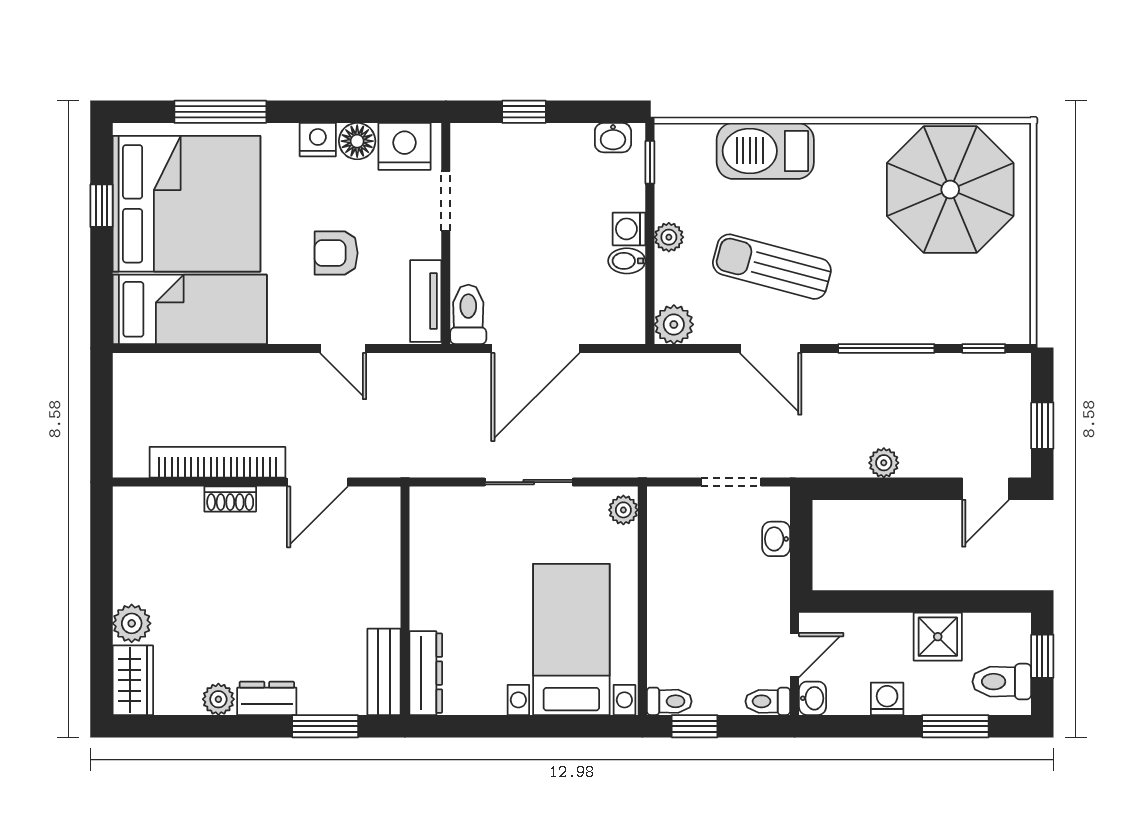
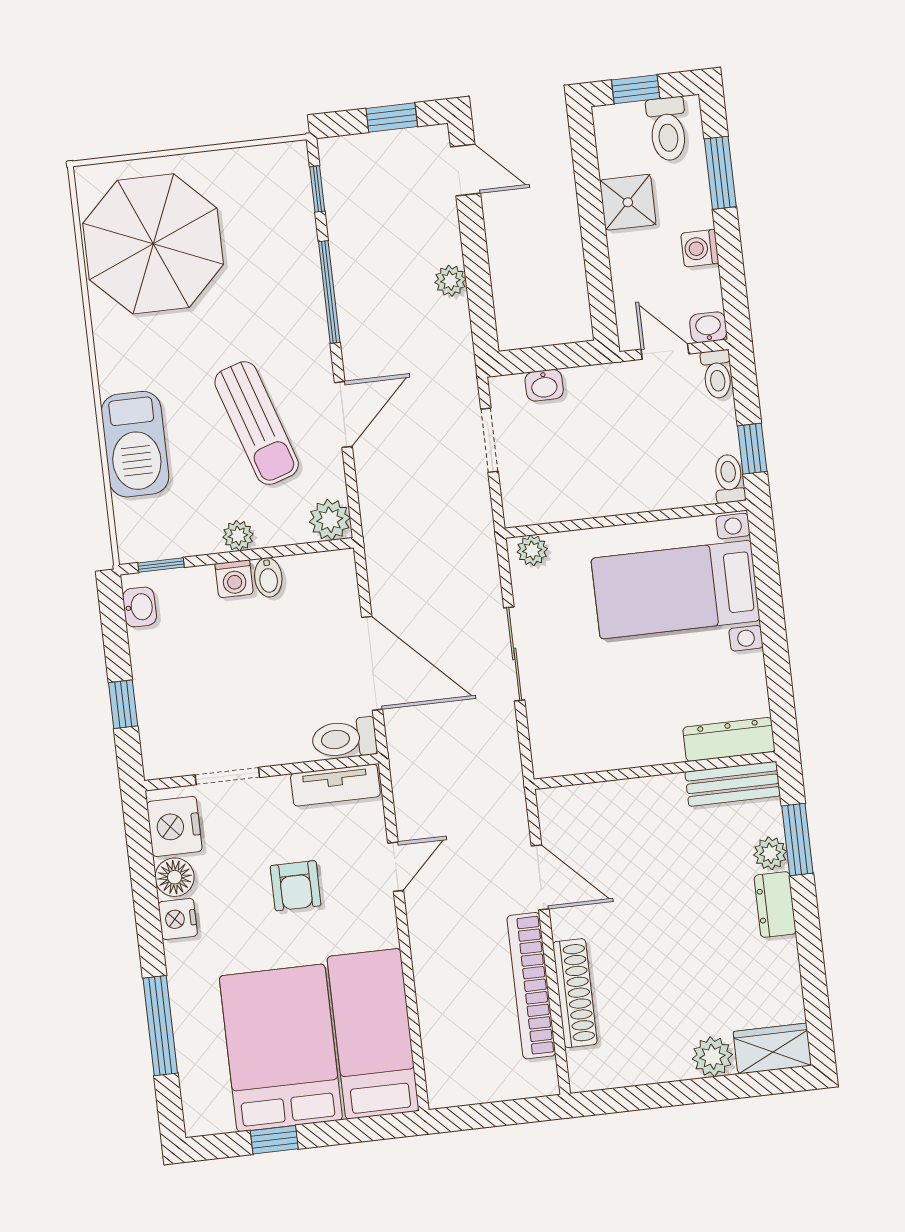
bed: (186, 204) -> (281, 1048), width x0.73
sun lounger: (772, 267) -> (257, 423), turned -33
shoe rack: (230, 499) -> (575, 993), width x1.94, depth x1.24
plant: (218, 699) -> (770, 853), moved

